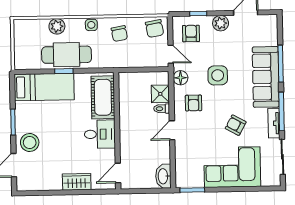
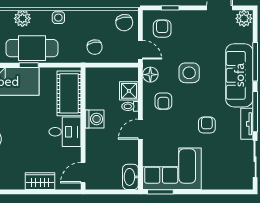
plant: (221, 23) -> (244, 18), moved
chair: (119, 34) -> (95, 47), moved
washing machine: (128, 121) -> (95, 119), added
armchair: (236, 125) -> (207, 125), turned 61
corner sofa: (232, 167) -> (172, 169), moved

